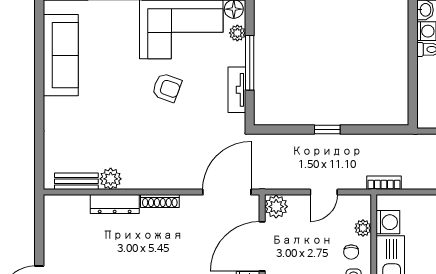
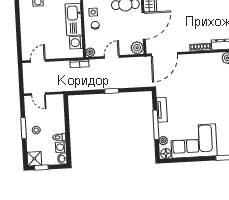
armchair: (167, 88) -> (200, 109), removed
plant: (363, 228) -> (90, 52), moved

